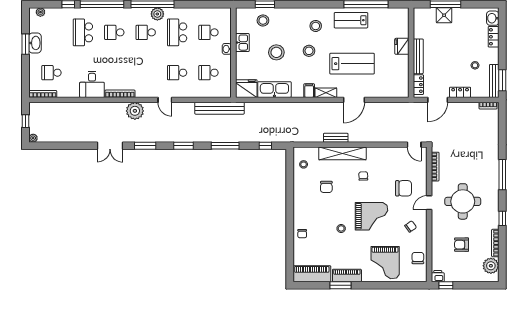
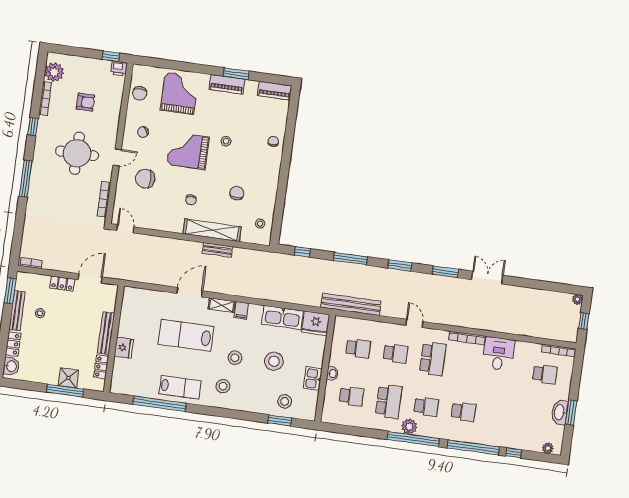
school desk: (83, 32) -> (433, 359), moved
bench: (494, 81) -> (17, 311), moved
locker: (418, 85) -> (101, 367), moved
plant: (135, 111) -> (452, 315), removed
piano: (312, 274) -> (275, 91), width x0.73, depth x0.75

